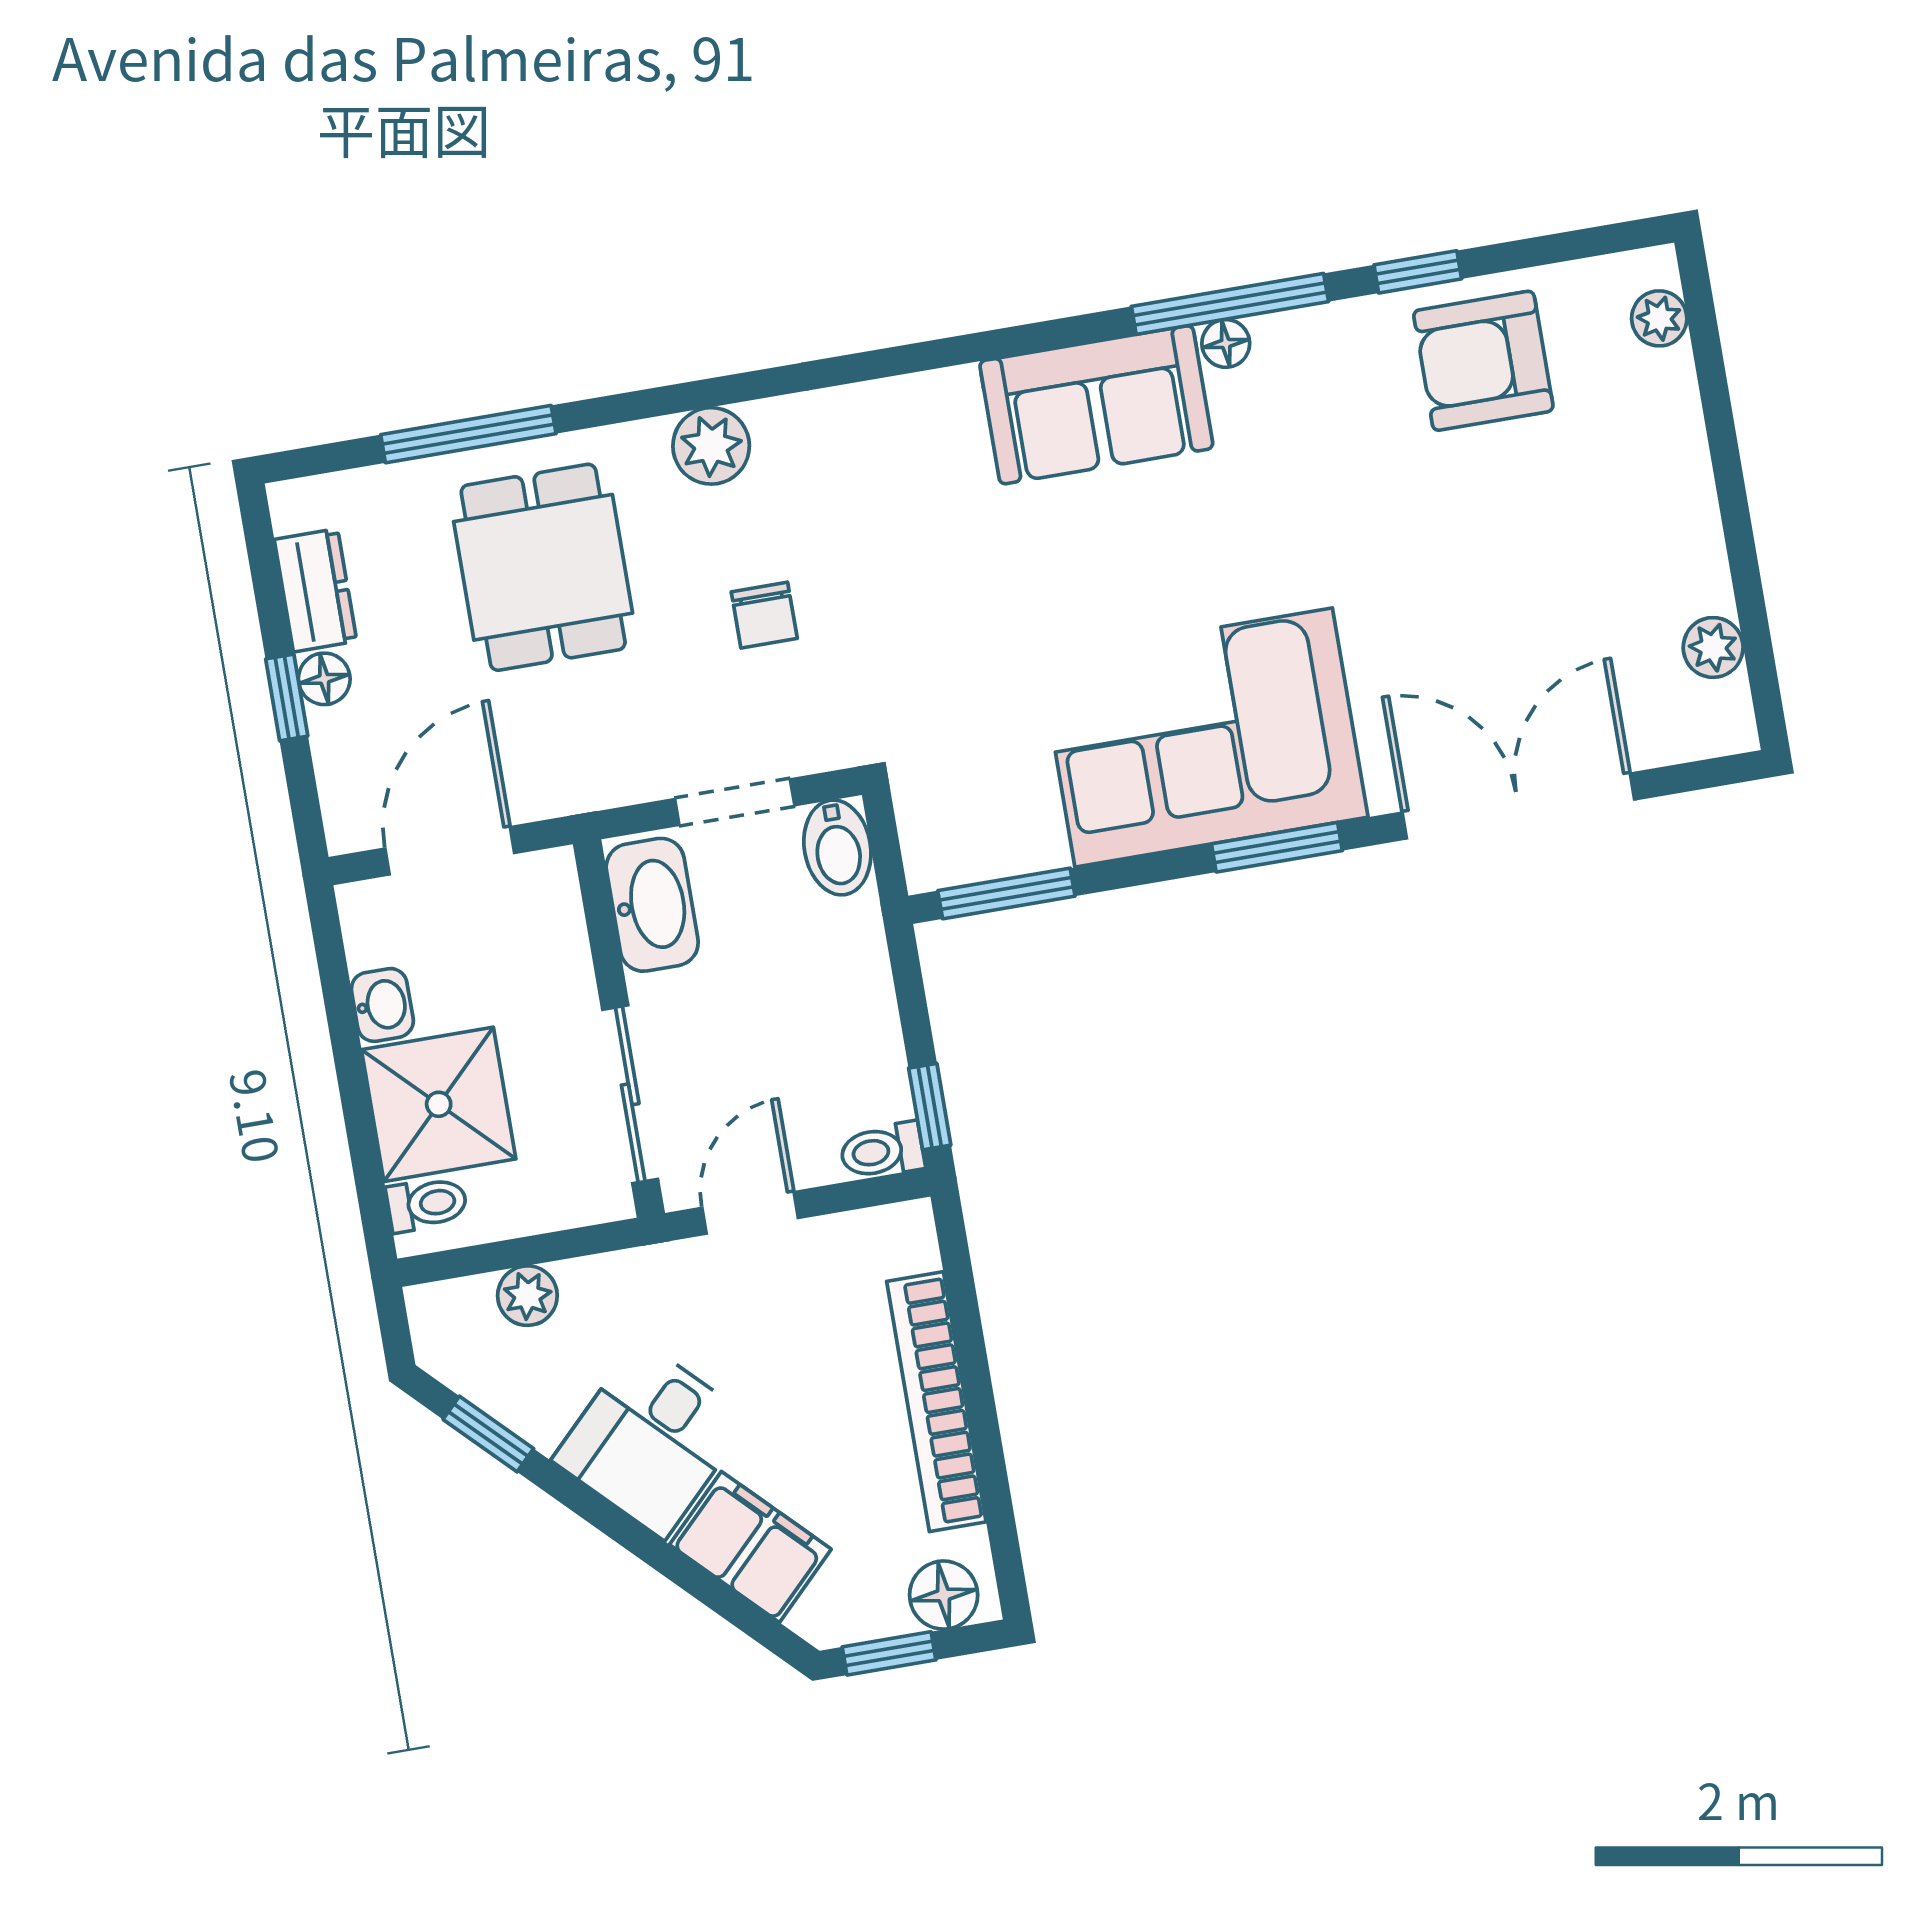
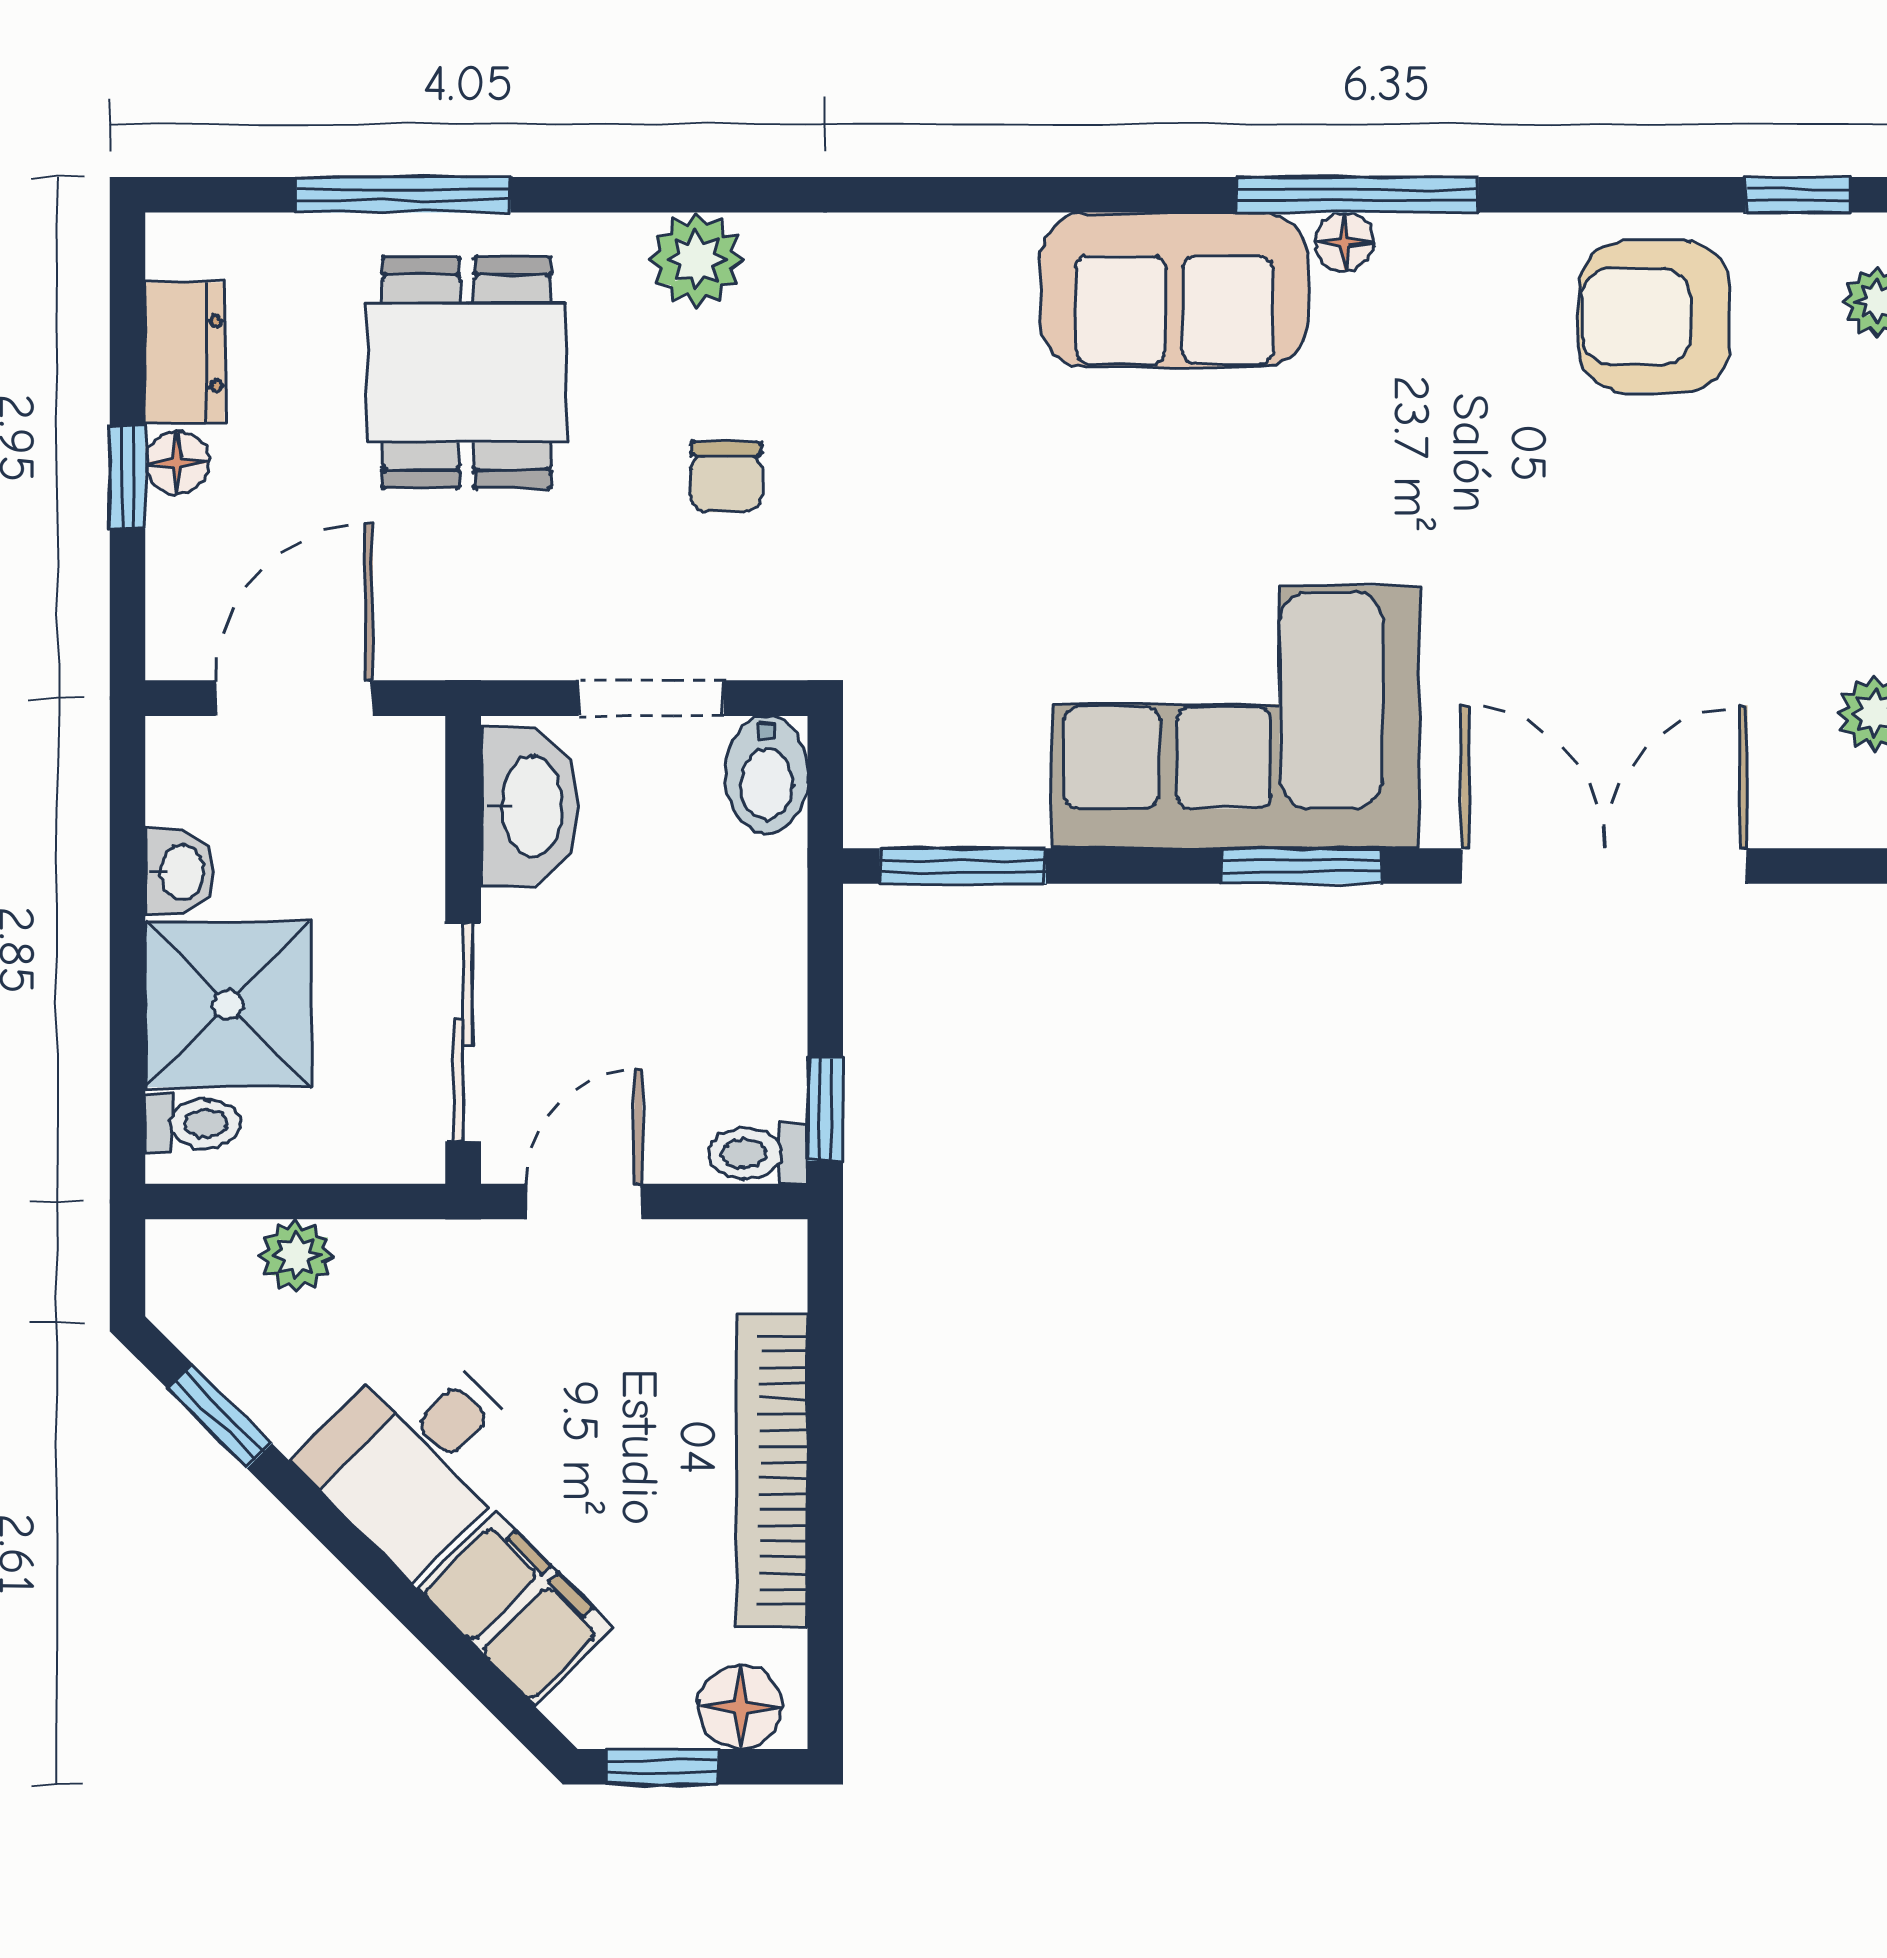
window: (1418, 272) -> (1798, 195), moved

